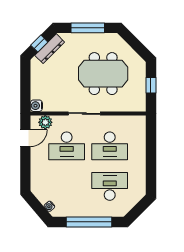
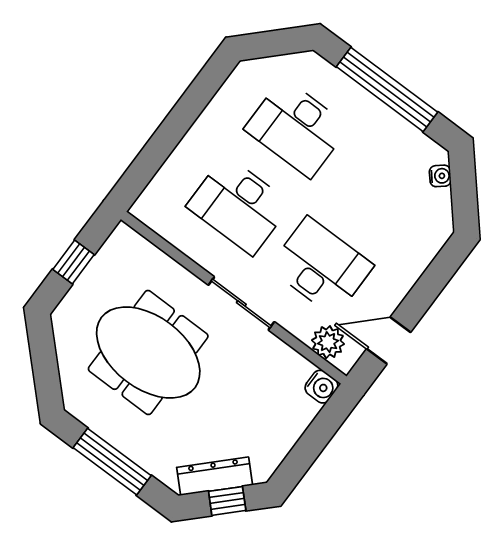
desk: (110, 146) -> (239, 205), turned 180

